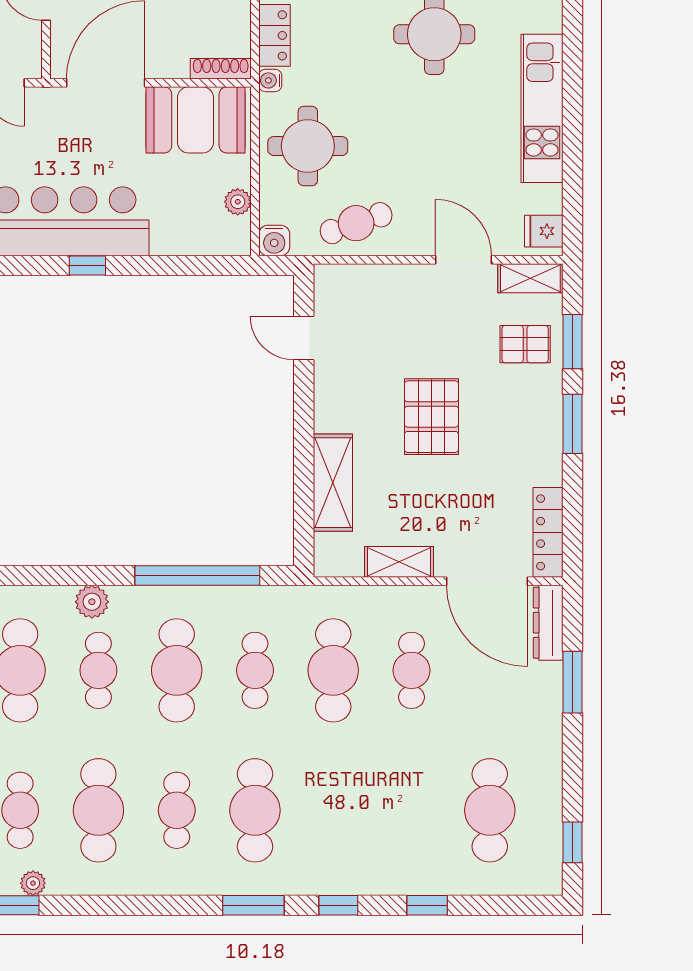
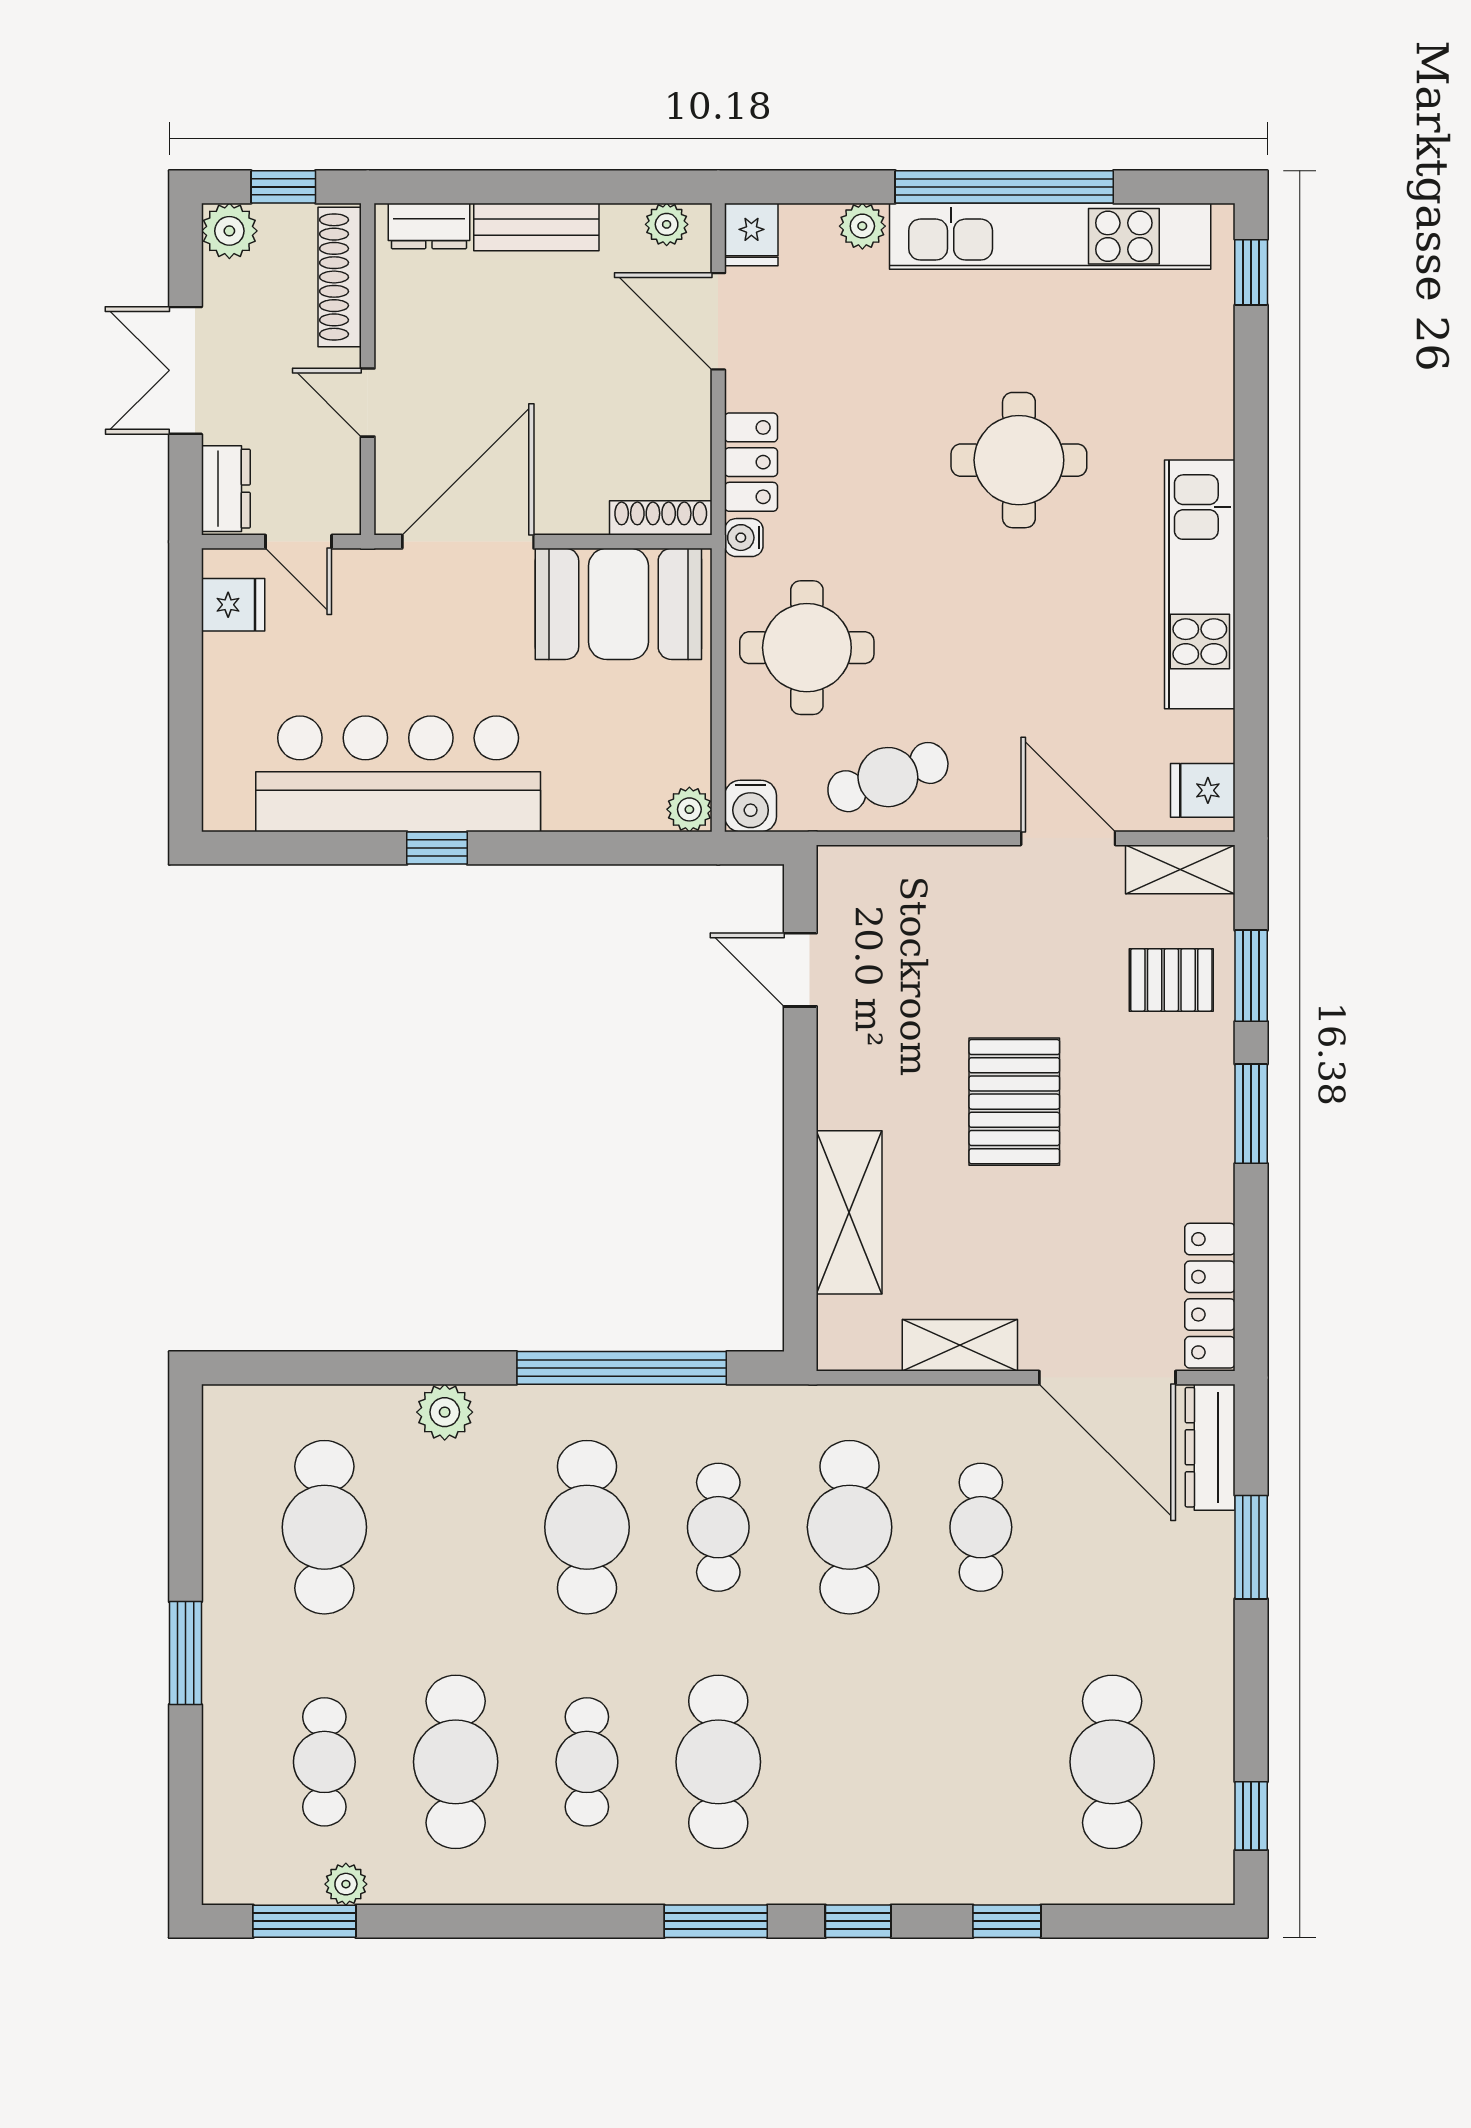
plant: (238, 202) -> (689, 809), moved
cafe table: (98, 670) -> (456, 1527), removed

